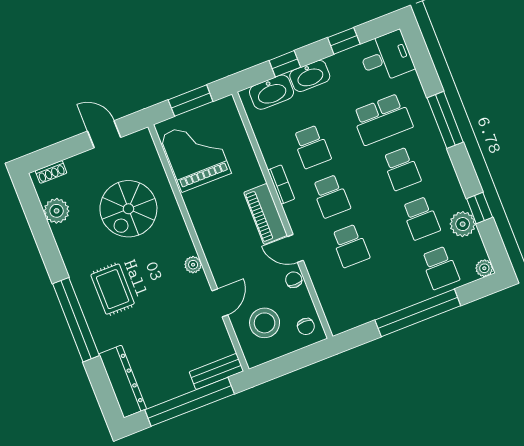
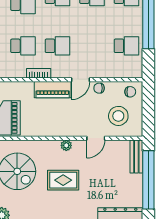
school desk: (350, 246) -> (126, 46), moved
rug: (113, 289) -> (63, 180), moved
door: (220, 303) -> (96, 138), swing flipped

